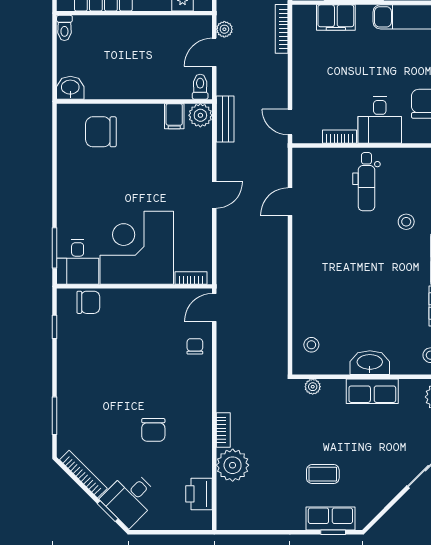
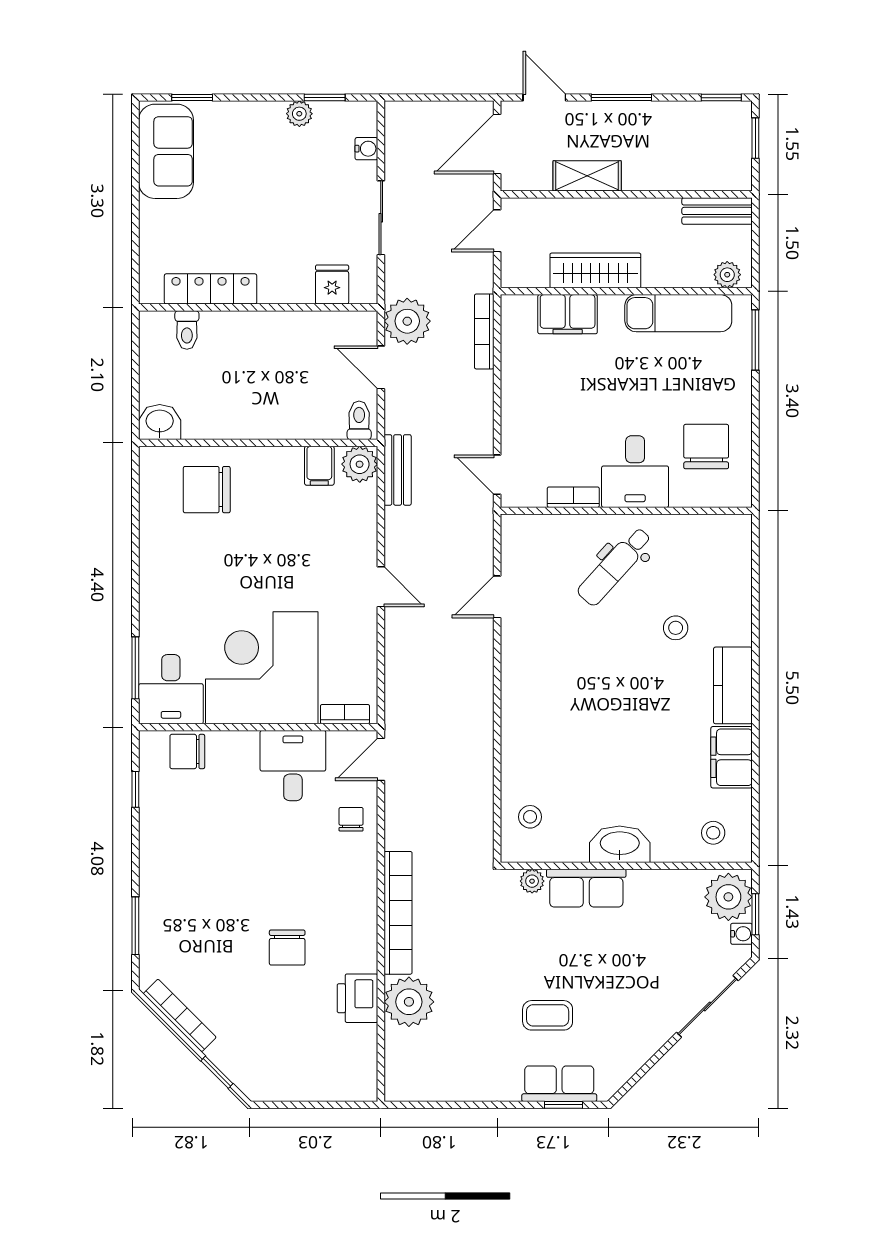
toilet: (64, 28) -> (187, 330), moved
plant: (224, 29) -> (407, 321), width x1.87, depth x1.87
door: (214, 52) -> (381, 367), hinge flipped
dental chair: (366, 182) -> (615, 566), turned 42
door: (214, 195) -> (381, 587), hinge flipped
chair: (88, 302) -> (187, 751), turned 180
row of seats: (372, 391) -> (586, 888), moved
bookcase: (223, 430) -> (398, 913), width x2.31, depth x1.31
printer: (199, 494) -> (357, 998), moved
desk: (130, 498) -> (293, 766), moved, turned 135

